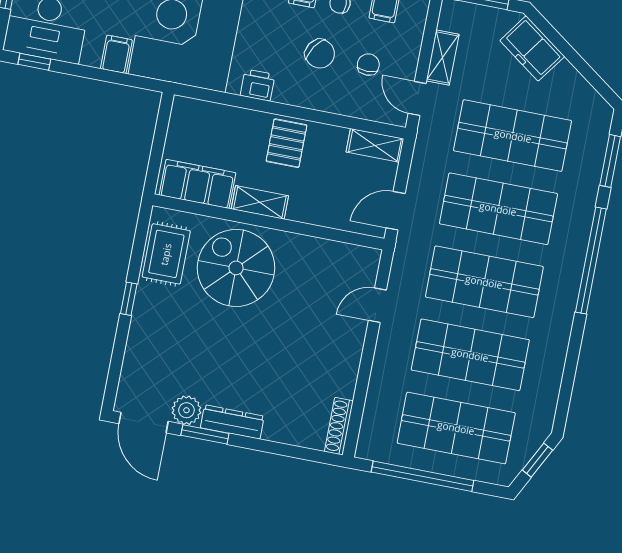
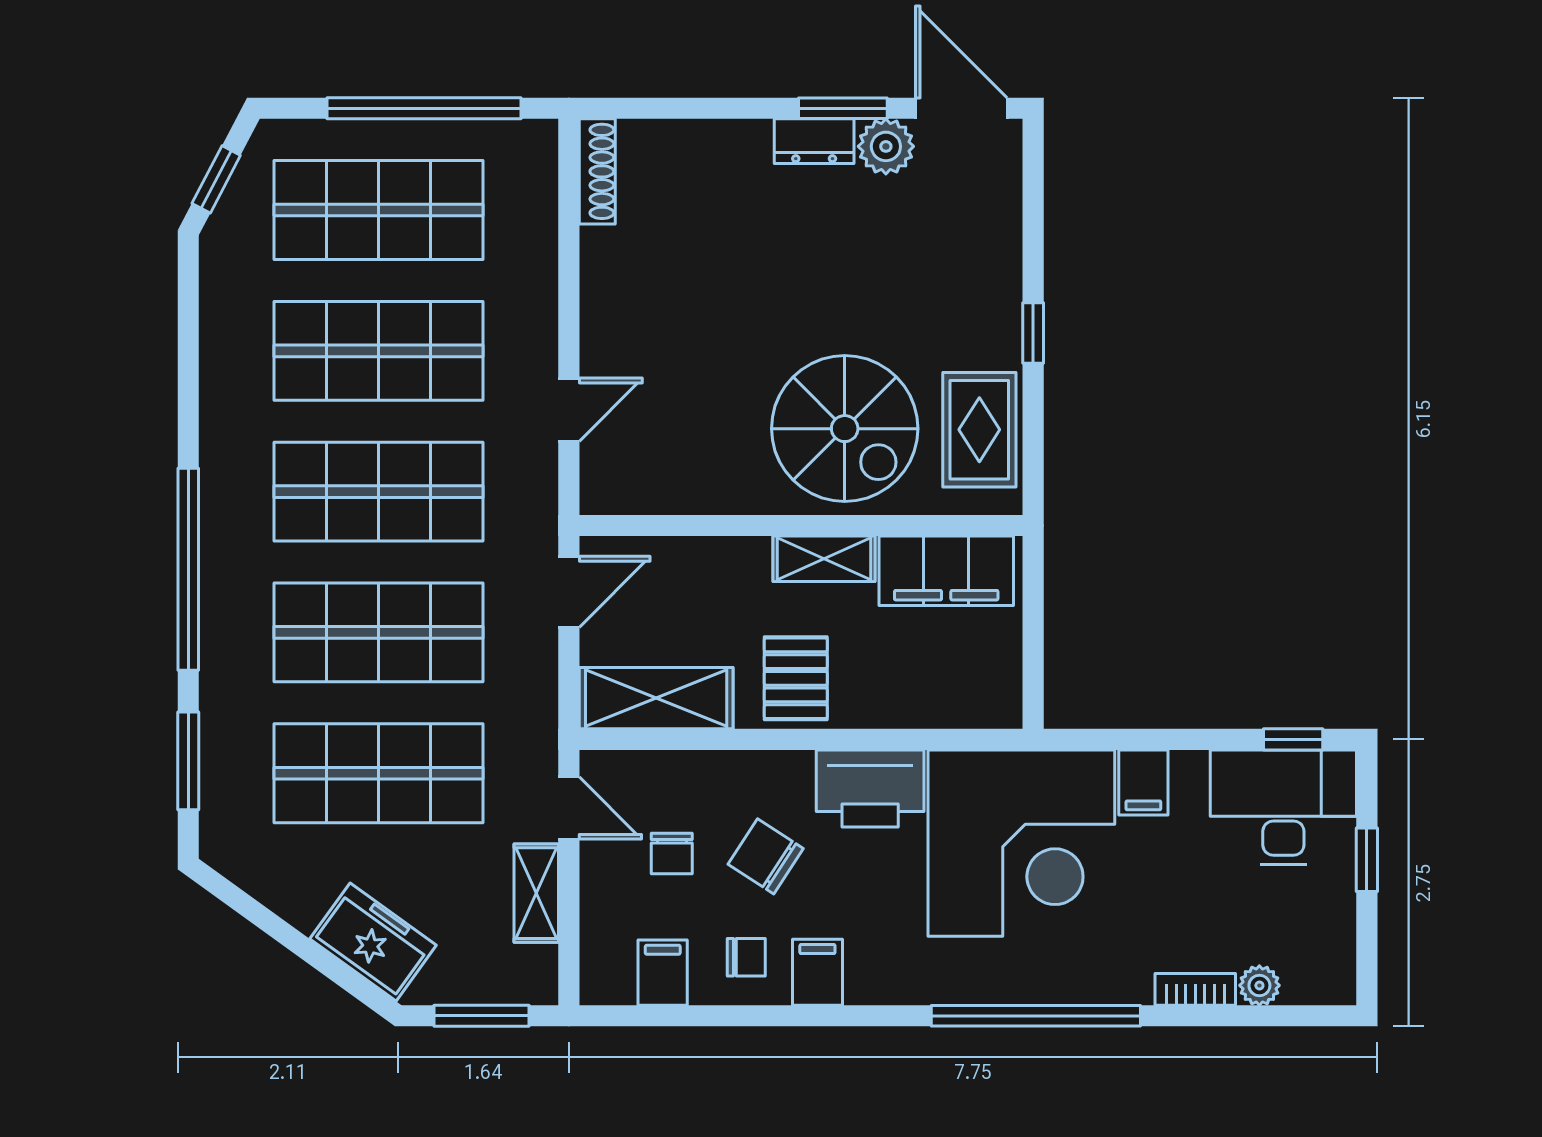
printer: (258, 85) -> (870, 788), width x1.87, depth x1.48
shelving: (375, 145) -> (656, 698), width x1.50, depth x1.33
dresser: (232, 422) -> (814, 141), width x0.70

